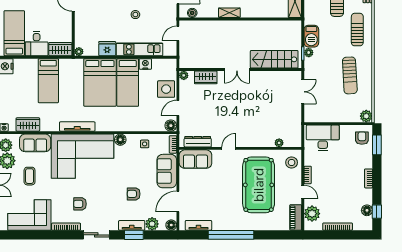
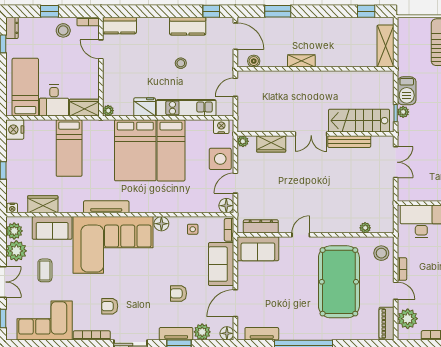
nightstand: (145, 64) -> (221, 127), moved
bench: (267, 76) -> (349, 142), added

